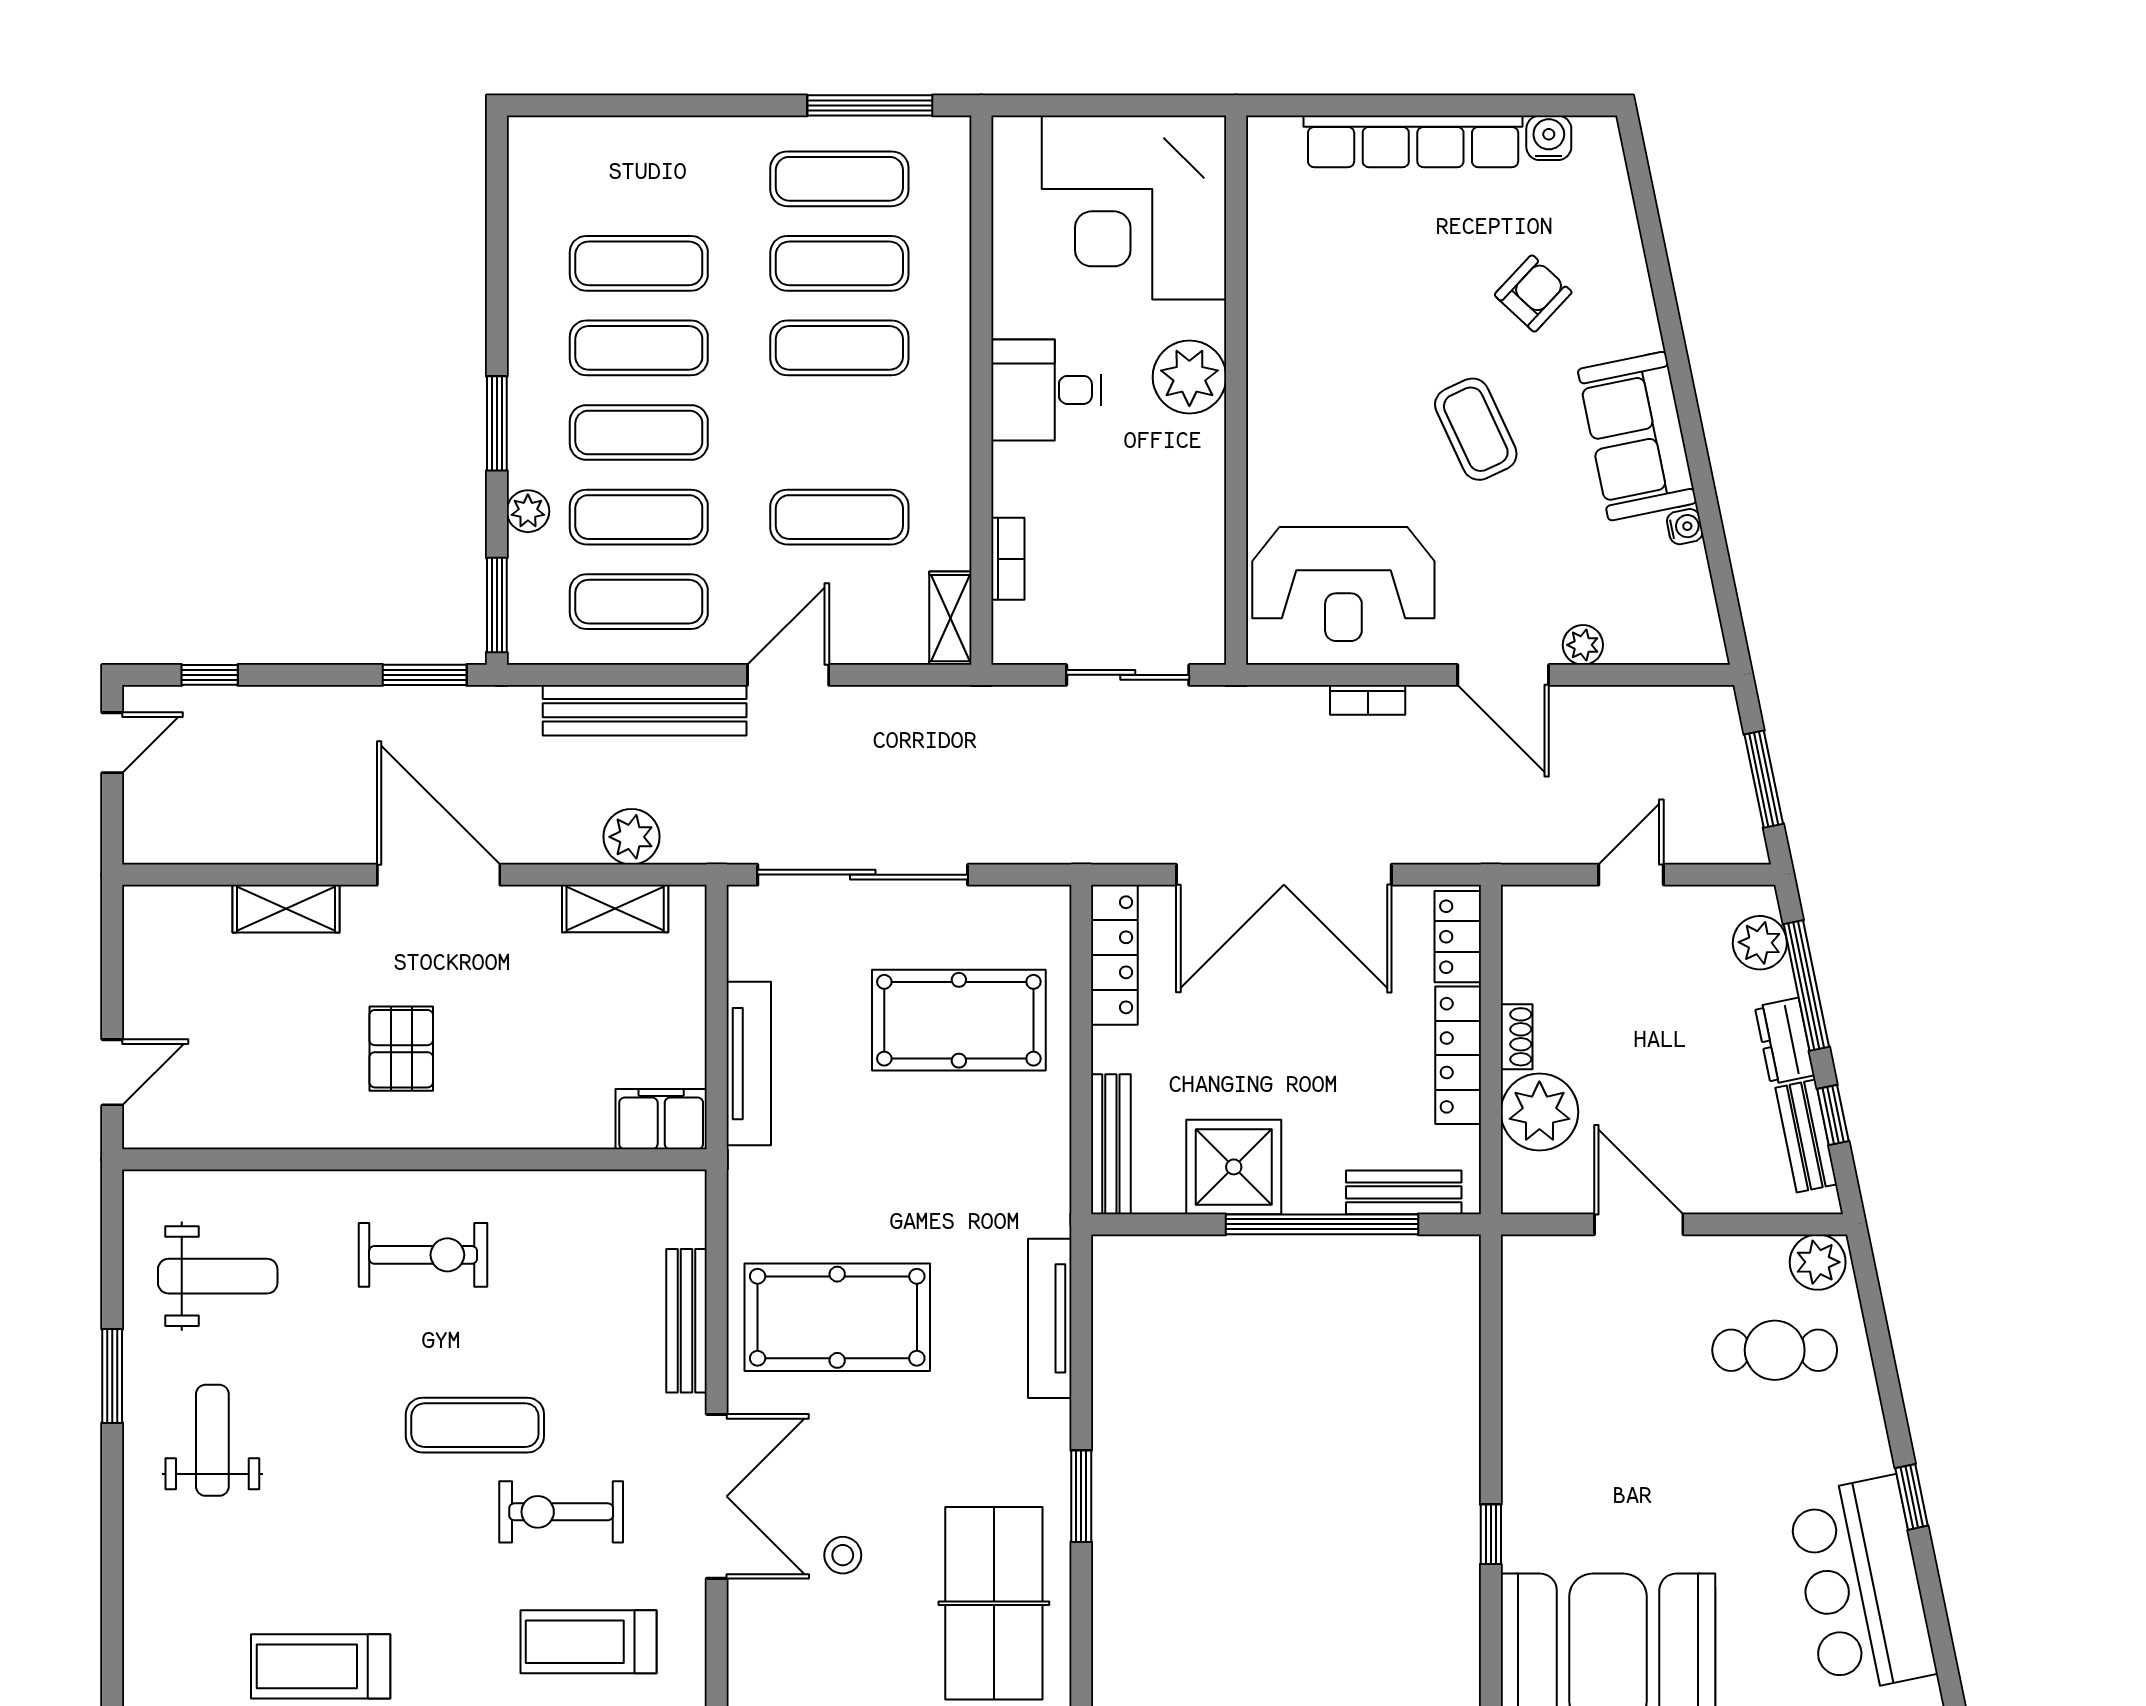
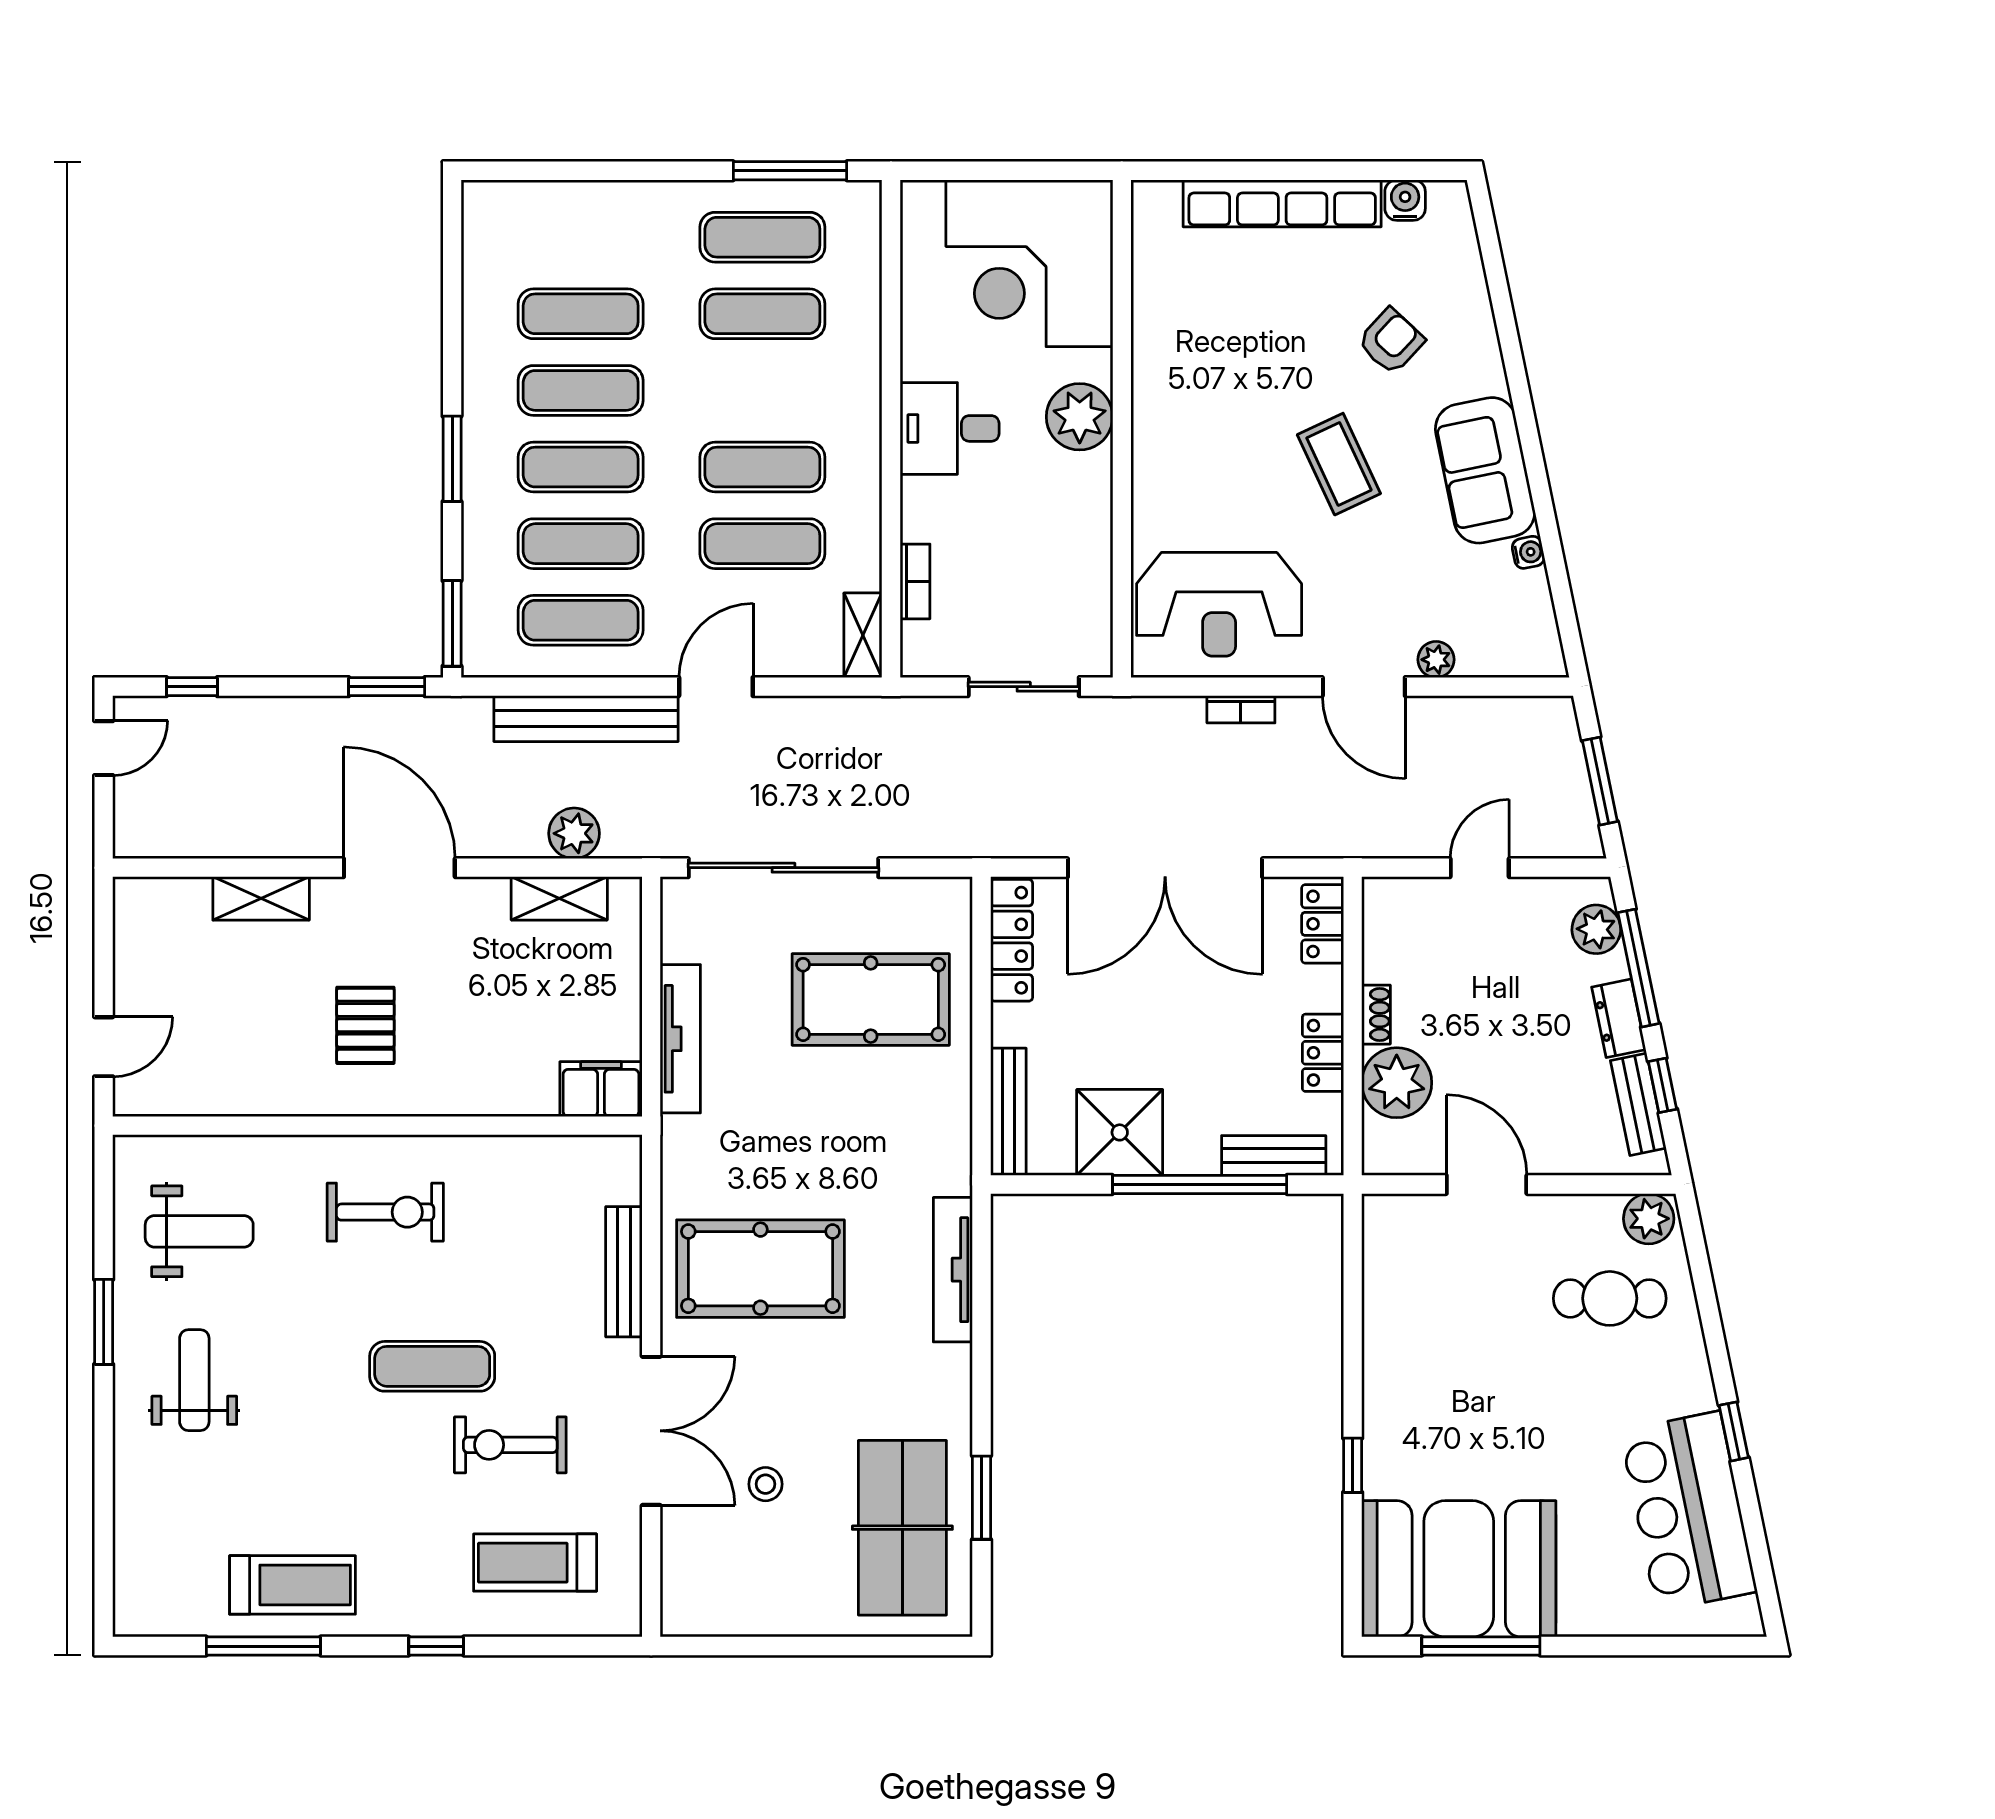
exercise mat: (839, 348) -> (762, 467), moved
plant: (528, 511) -> (480, 538), removed
locker: (1458, 1055) -> (1323, 1053), width x0.66
window: (1081, 1496) -> (982, 1498), moved
treadmill: (321, 1666) -> (292, 1585), turned 180

